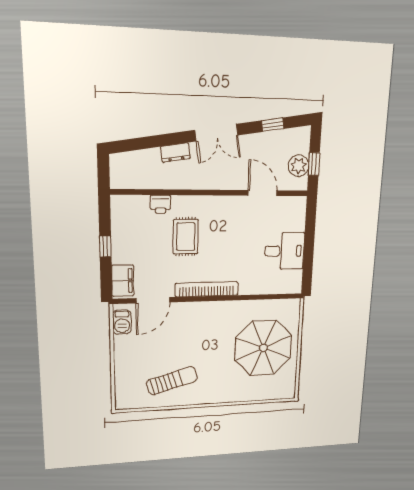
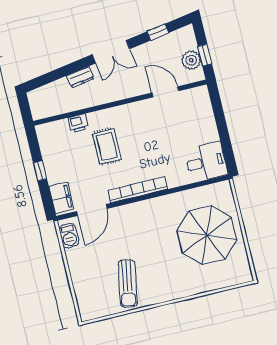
desk: (284, 251) -> (206, 162), moved
sun lounger: (172, 381) -> (127, 284), turned 116

